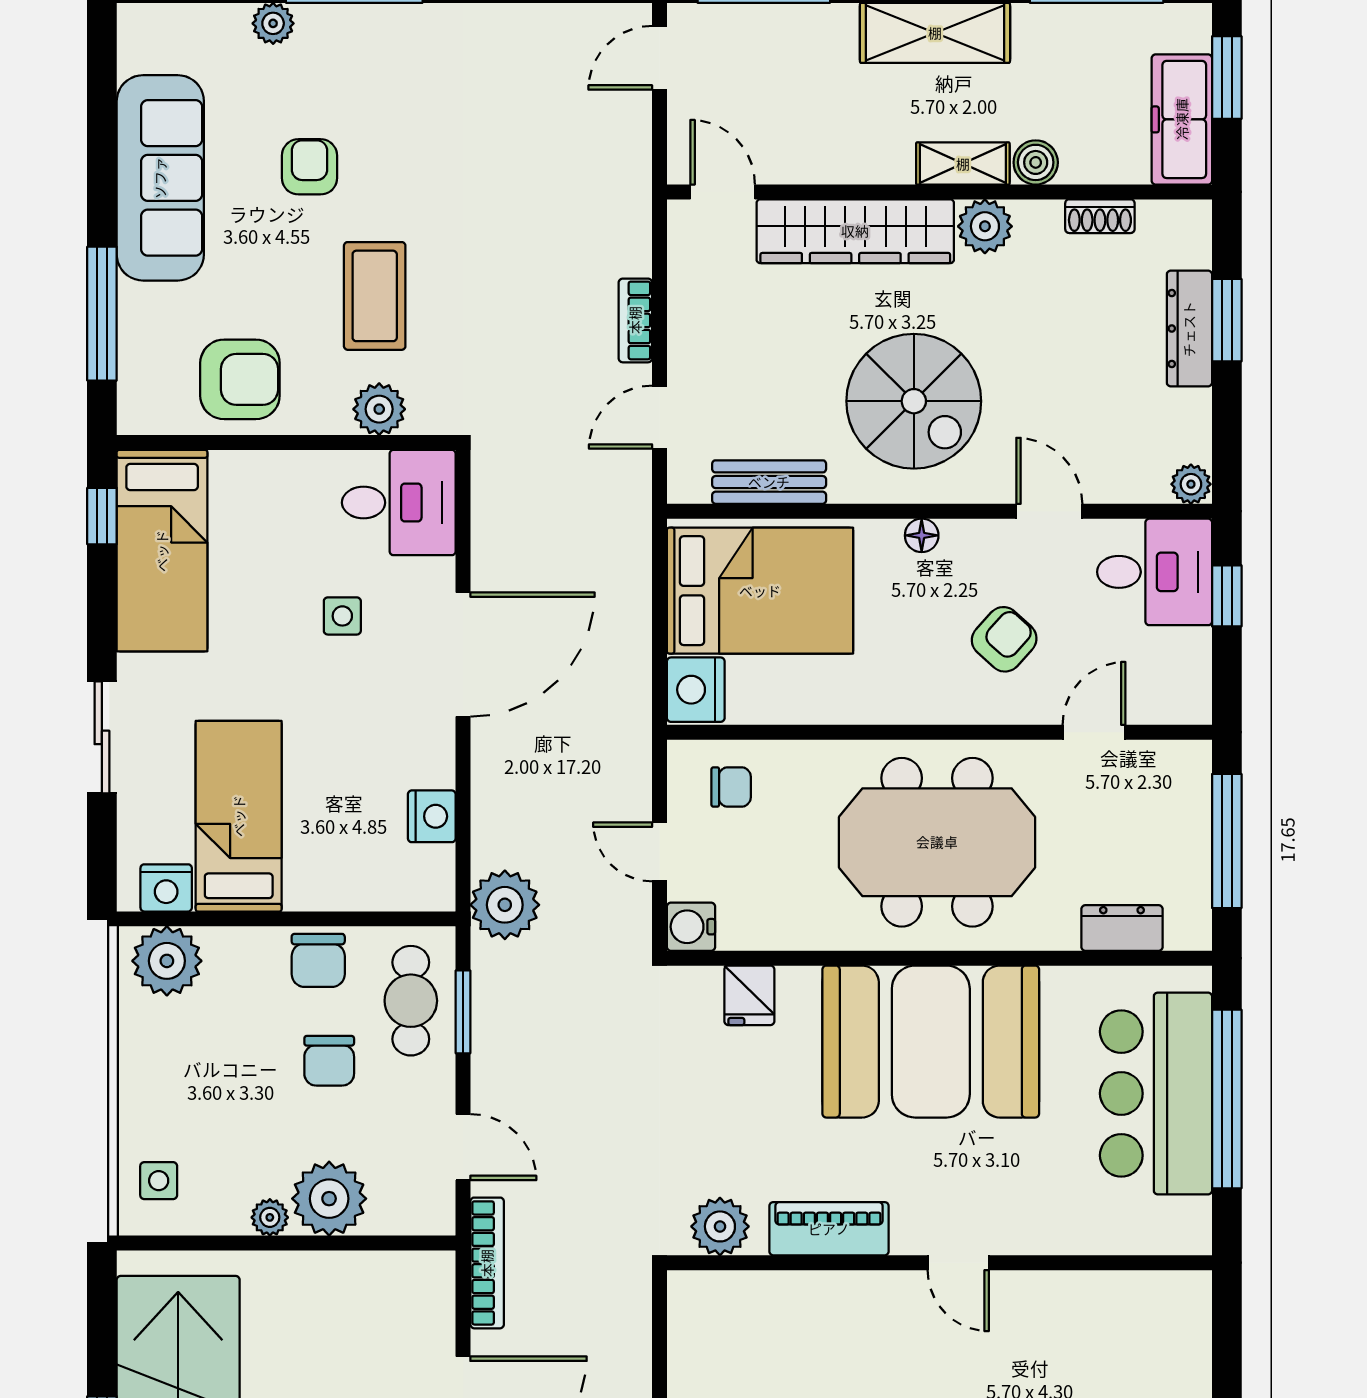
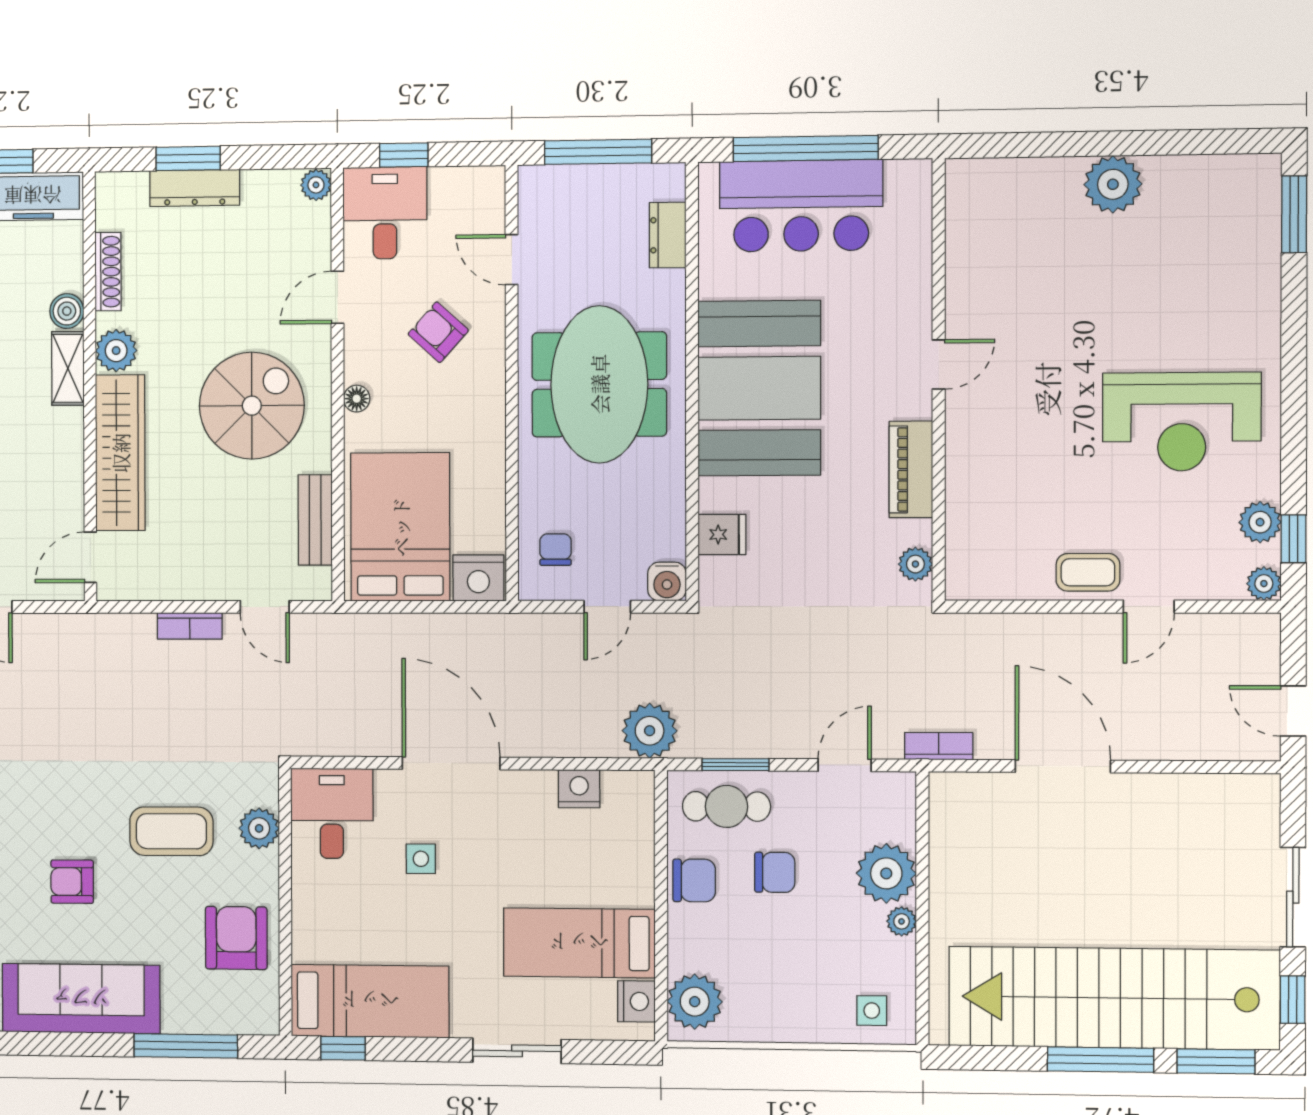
shoe rack: (1100, 216) -> (108, 272), width x1.43
plant: (720, 1226) -> (915, 564), width x0.73, depth x0.73
bookcase: (487, 1263) -> (939, 746), width x0.64

